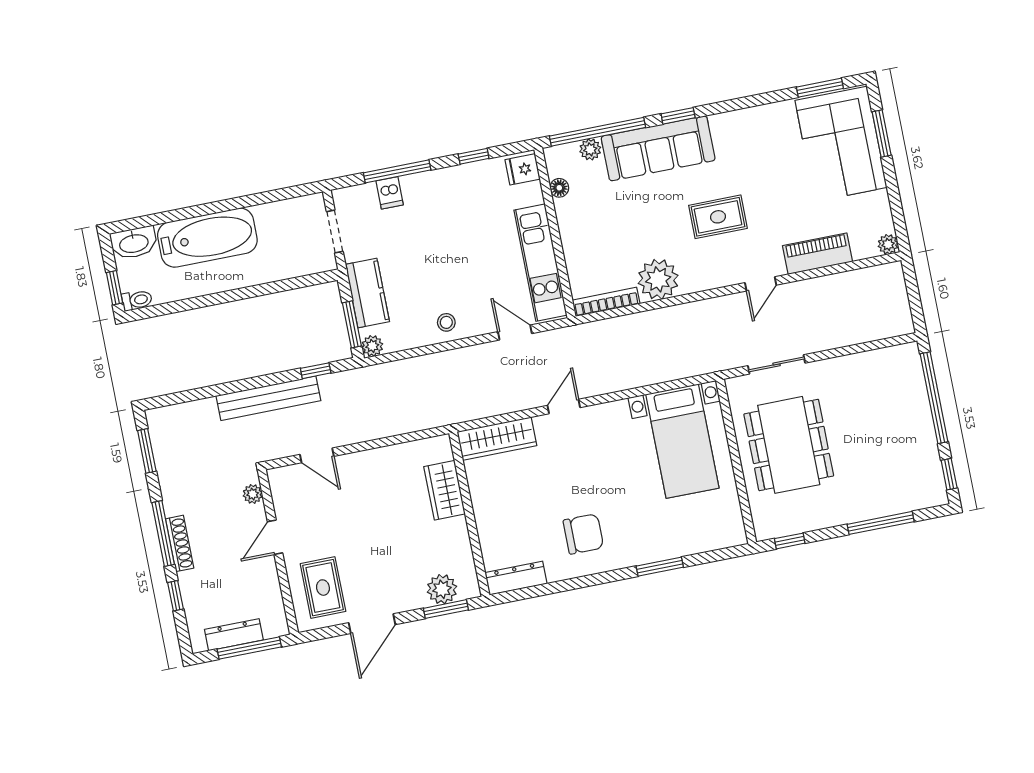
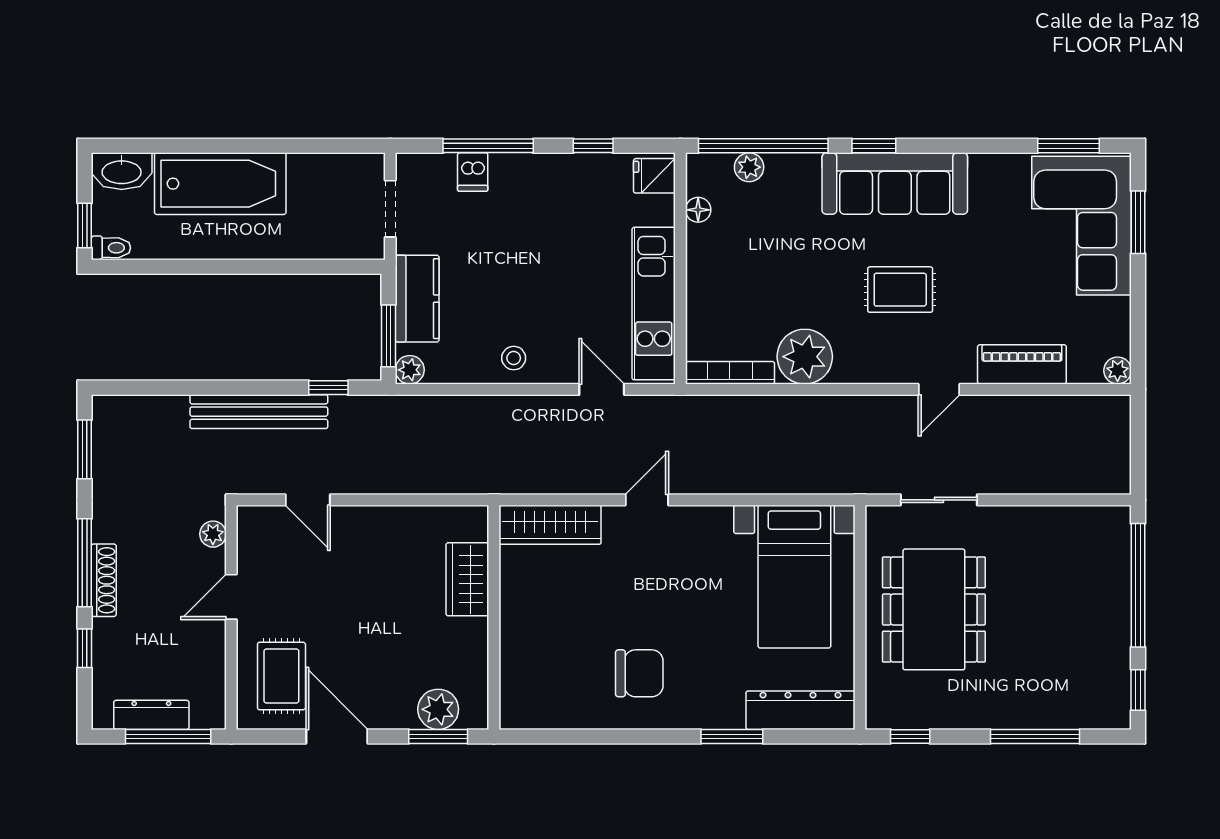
sofa: (658, 148) -> (895, 184), moved
dresser: (516, 578) -> (800, 710), moved, width x1.37, depth x1.24
door: (372, 624) -> (337, 736), swing flipped

